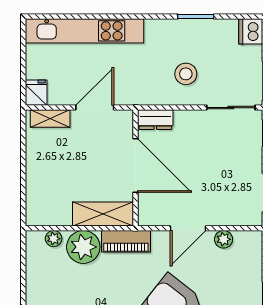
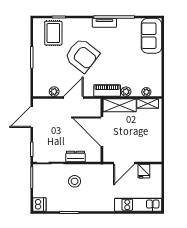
kitchen unit: (84, 31) -> (138, 205), width x0.73
fridge: (36, 93) -> (144, 171), moved
shelving: (50, 119) -> (148, 104), moved
dresser: (155, 120) -> (75, 157), moved
plant: (83, 247) -> (126, 92), width x0.53, depth x0.53

